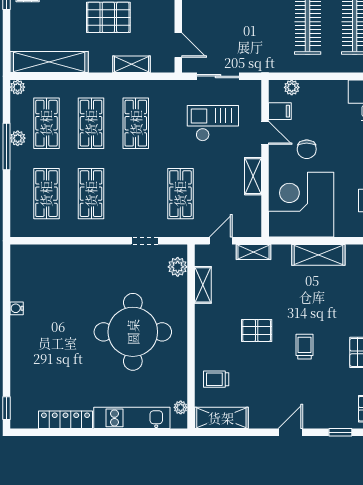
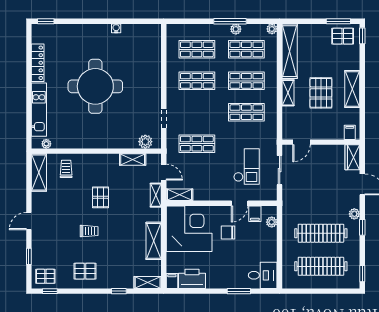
shelving: (131, 64) -> (288, 93), moved
shelving: (253, 176) -> (179, 195), moved
round table: (133, 332) -> (95, 86), moved
door: (290, 432) -> (29, 221), swing flipped

